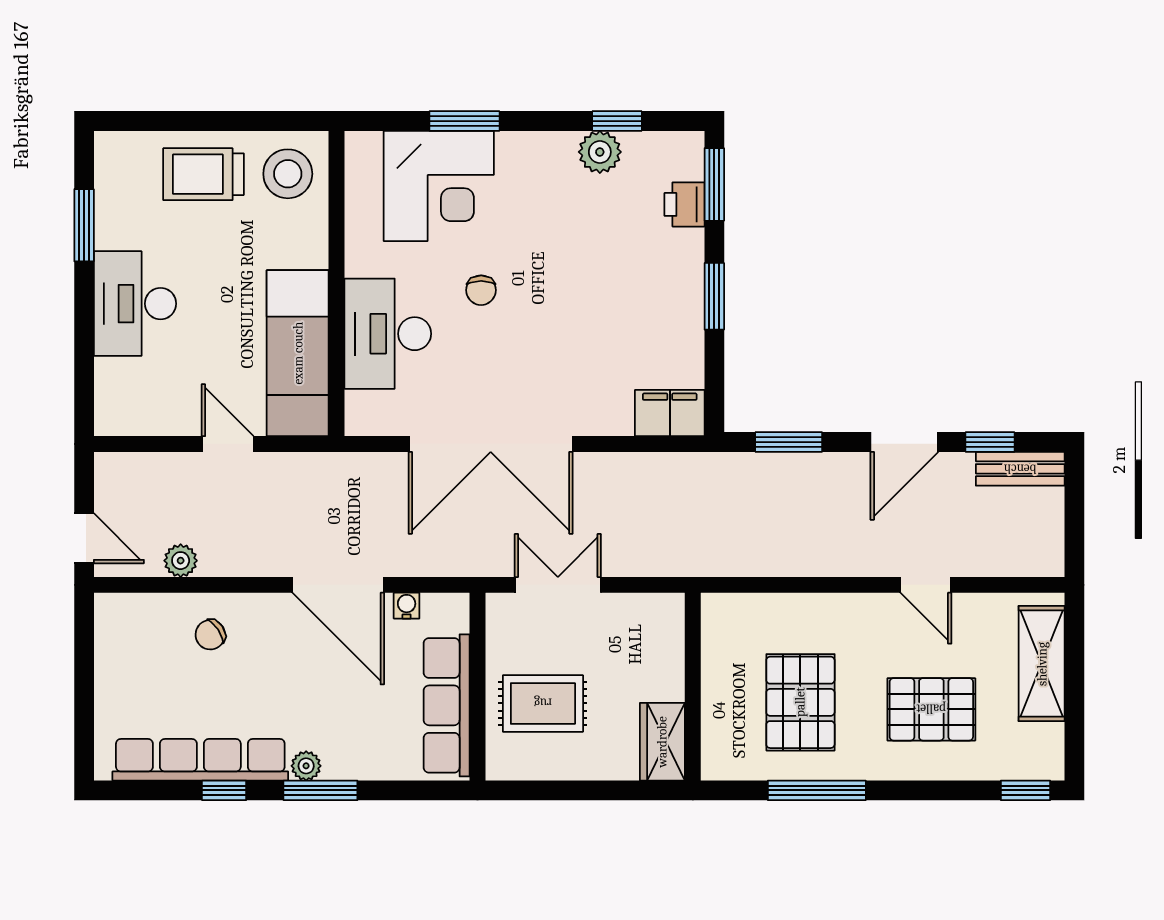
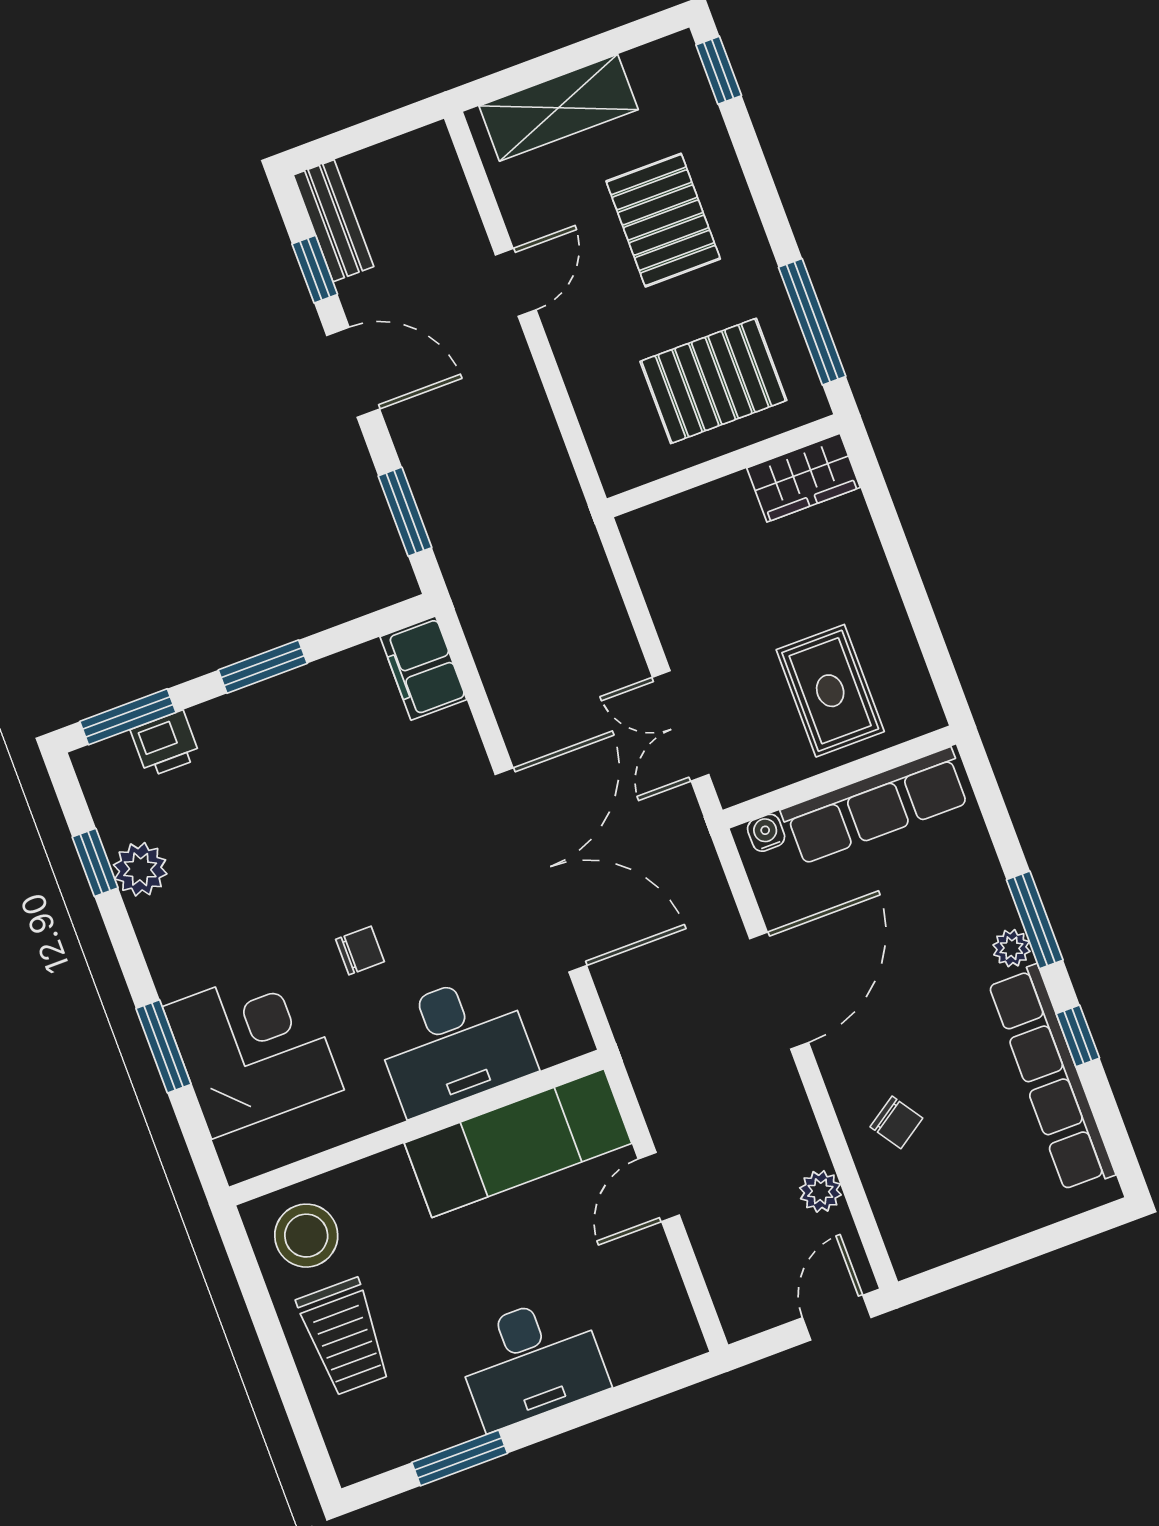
water cooler: (407, 606) -> (766, 833), moved, turned 90
wall: (693, 687) -> (723, 466), moved
wardrobe: (662, 742) -> (804, 478), moved

